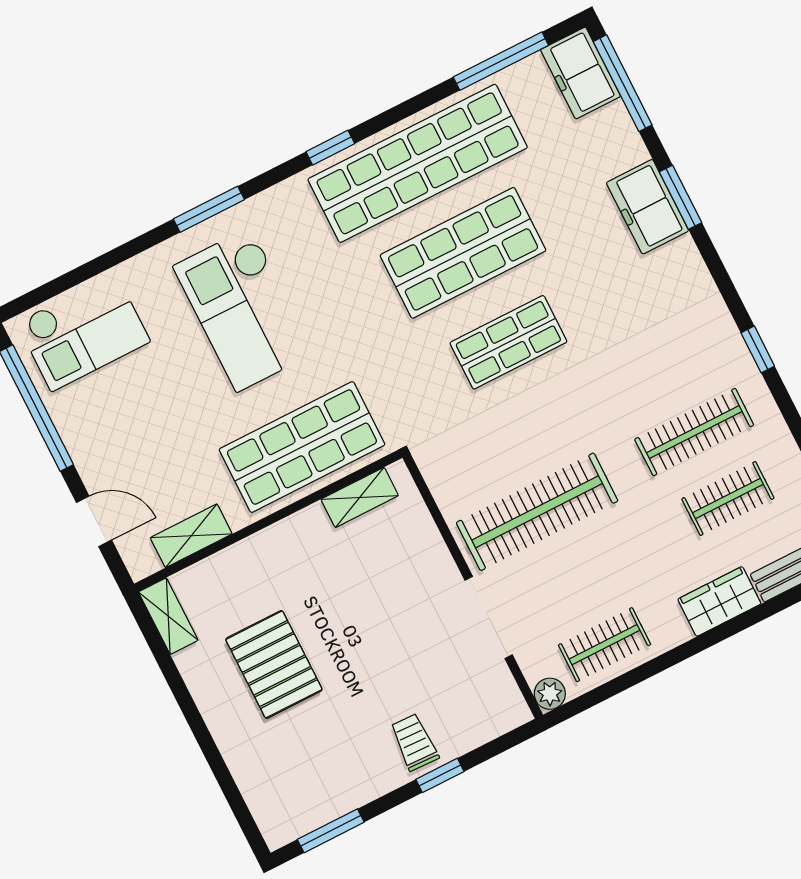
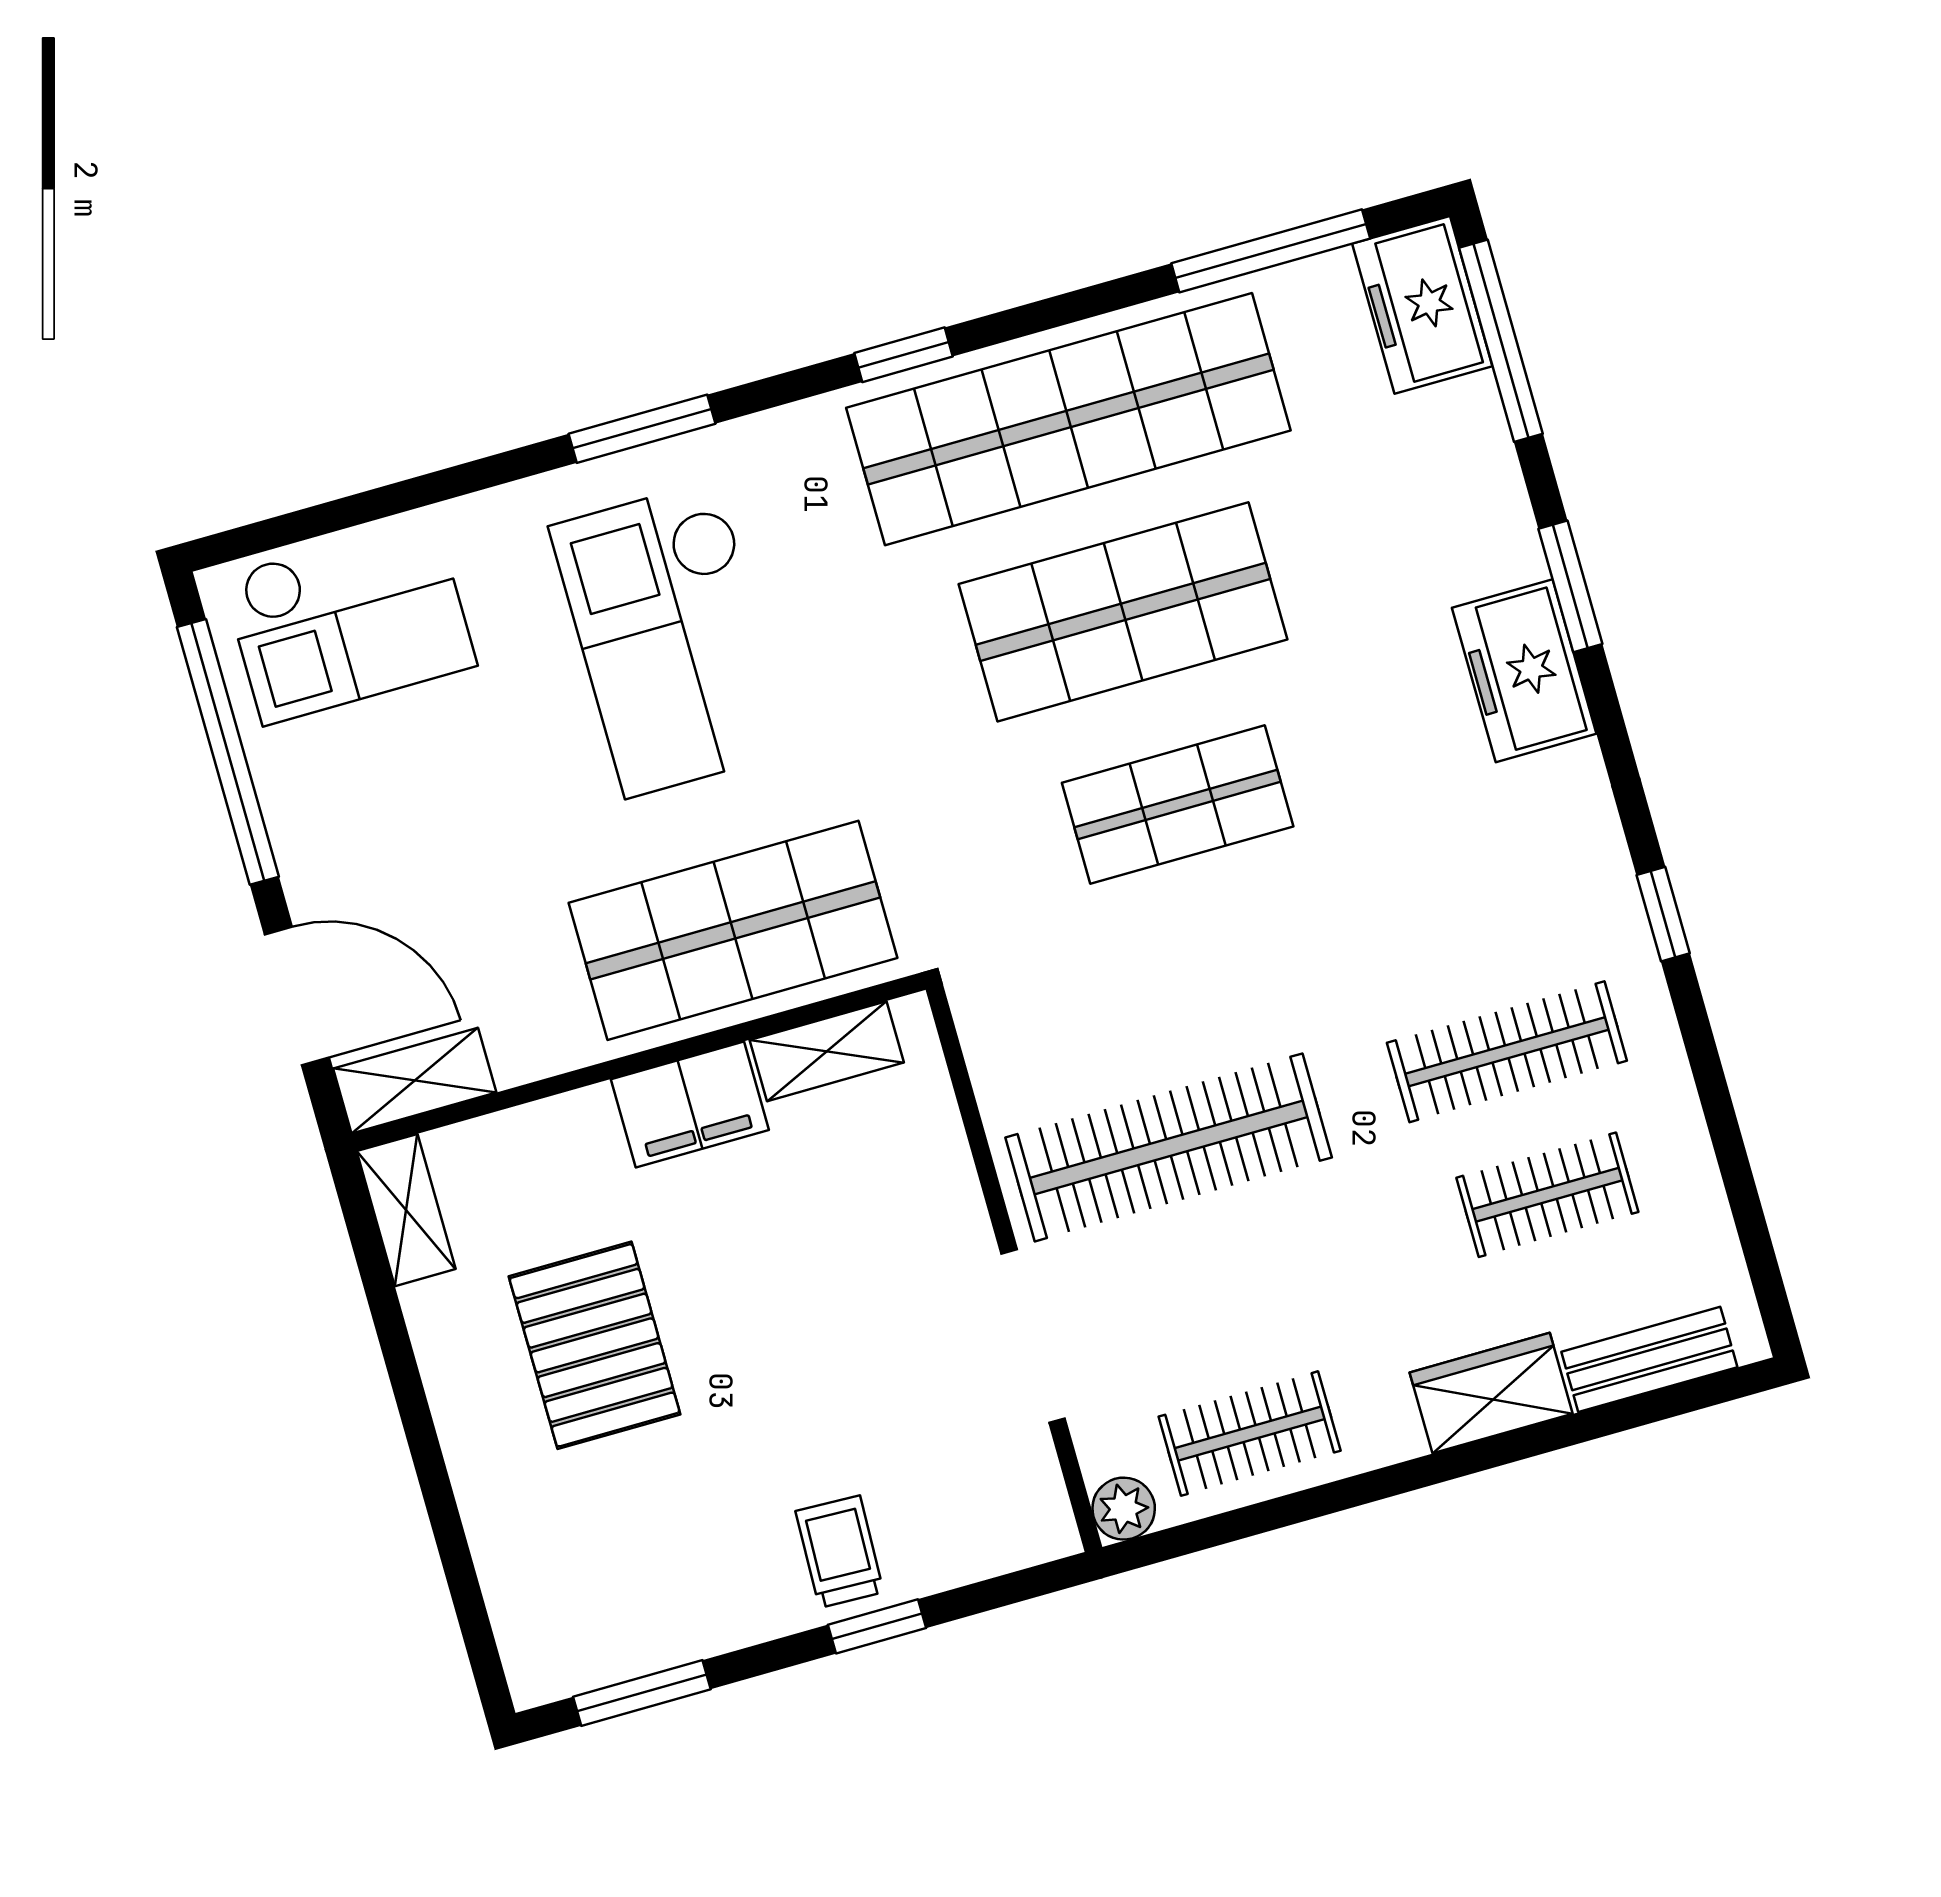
freezer: (647, 207) -> (1524, 671), moved
door: (94, 521) -> (297, 996), width x1.38
shelving: (191, 536) -> (415, 1081), moved
filing cabinet: (298, 537) -> (690, 1105), added

